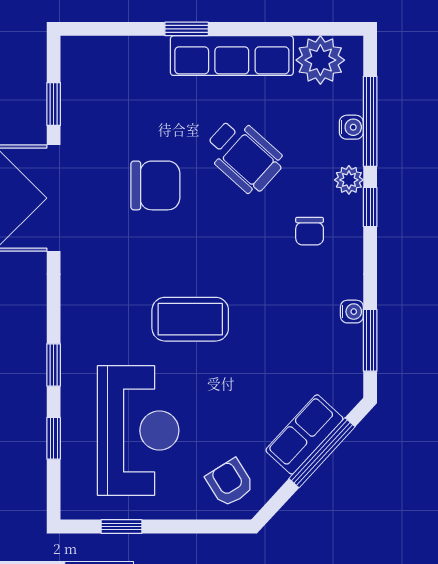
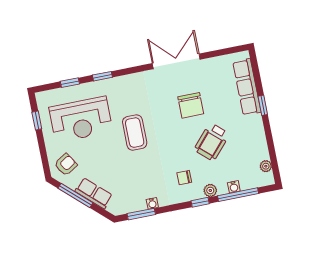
row of seats: (232, 56) -> (247, 87), moved
plant: (320, 60) -> (266, 166), width x0.53, depth x0.53
window: (54, 104) -> (218, 53), removed
window: (322, 453) -> (75, 195), moved

